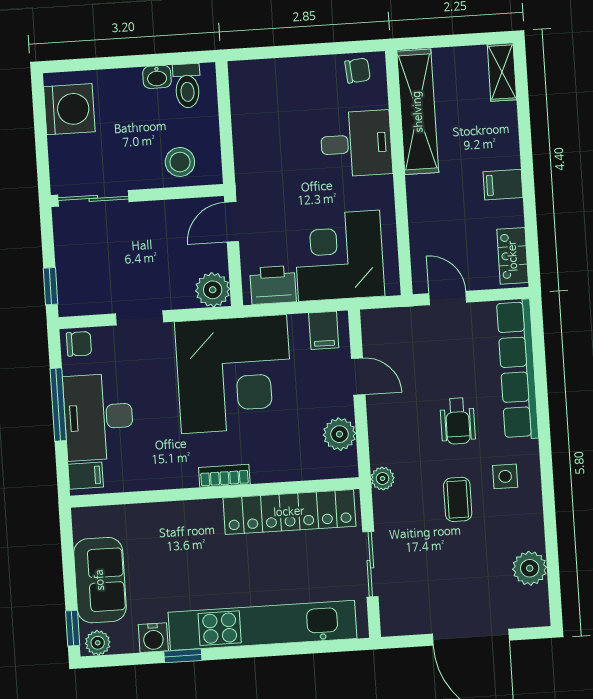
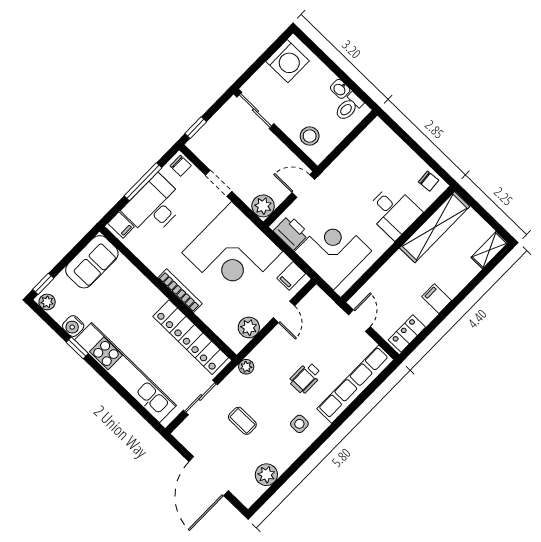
bookcase: (224, 476) -> (180, 291), width x1.56
coffee table: (458, 499) -> (242, 421), moved, turned 90
sofa: (100, 580) -> (92, 262), moved

